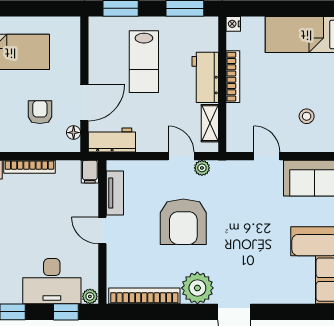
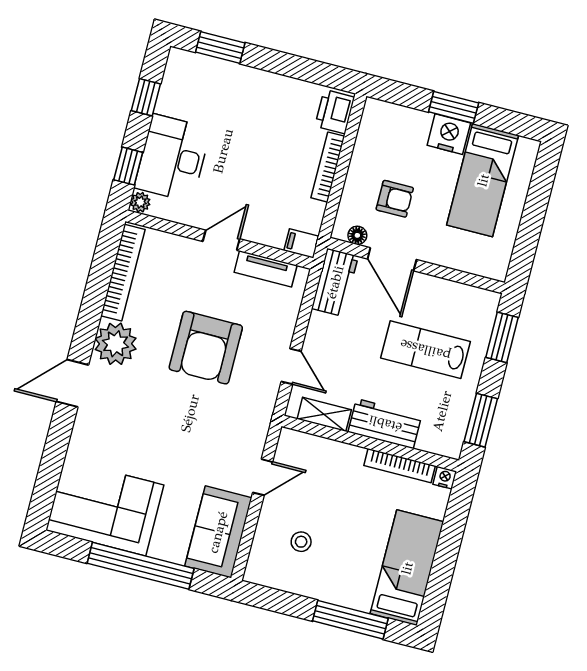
bookcase: (233, 77) -> (400, 466), moved
door: (181, 156) -> (291, 366), hinge flipped
plant: (202, 168) -> (269, 389), removed
armchair: (183, 222) -> (206, 348), turned -90

